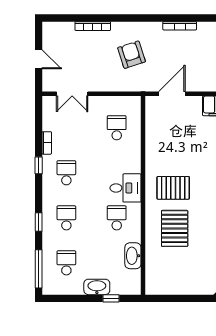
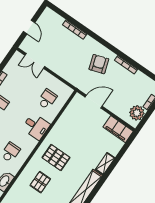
armchair: (132, 55) -> (99, 64), moved
desk: (126, 188) -> (36, 126), moved
pallet: (175, 228) -> (40, 182), width x0.67, depth x0.71

